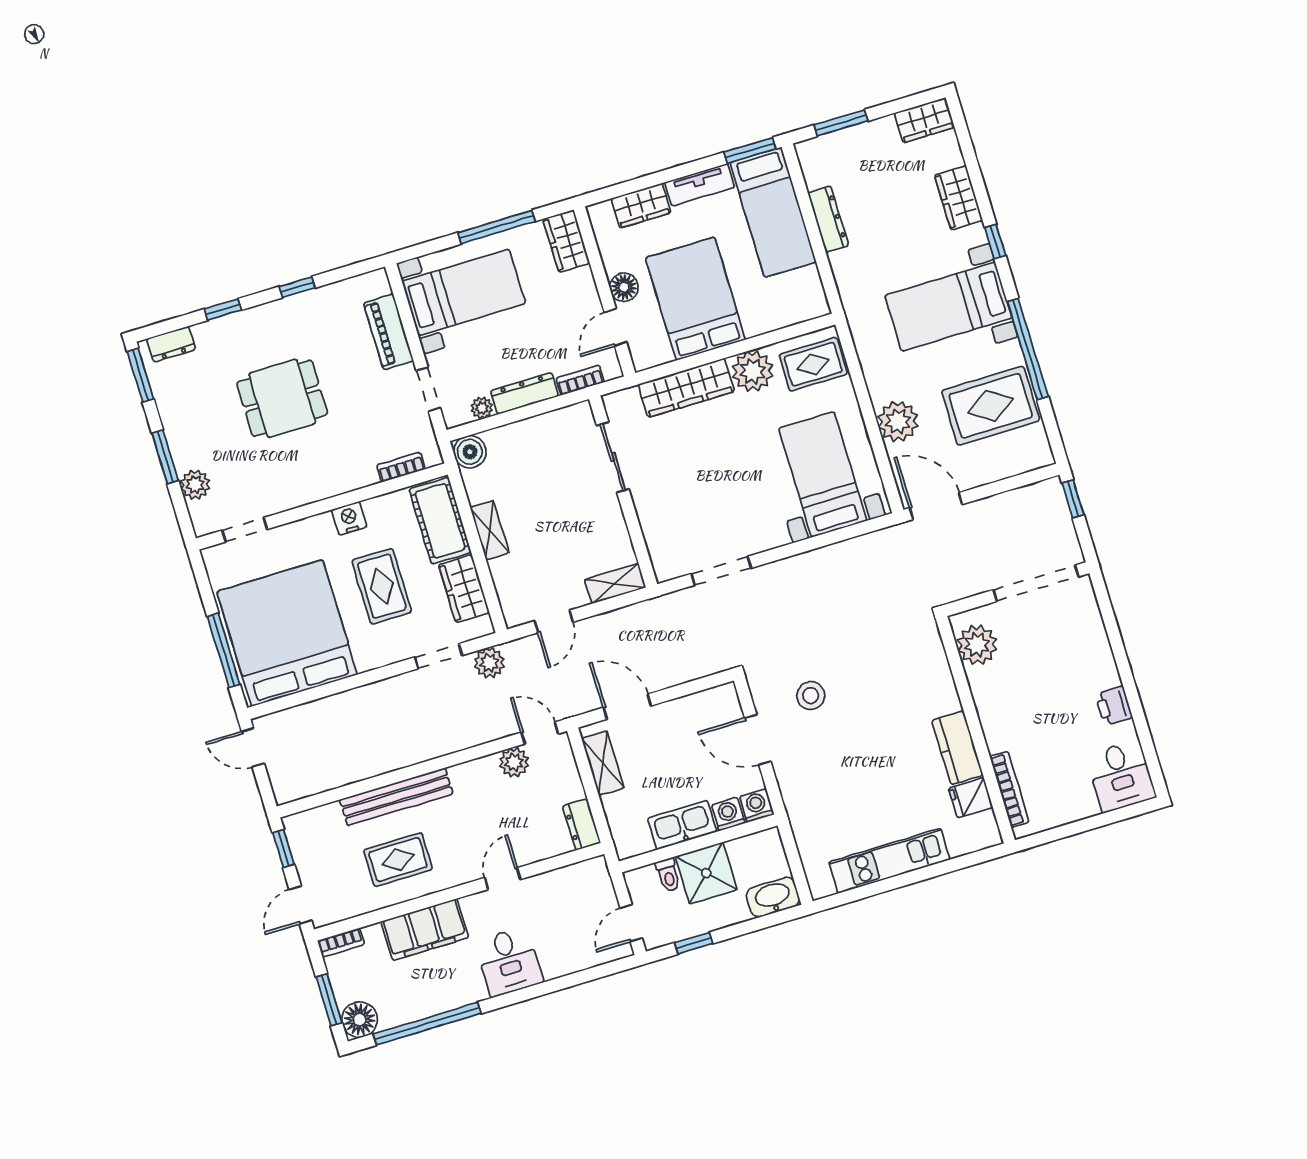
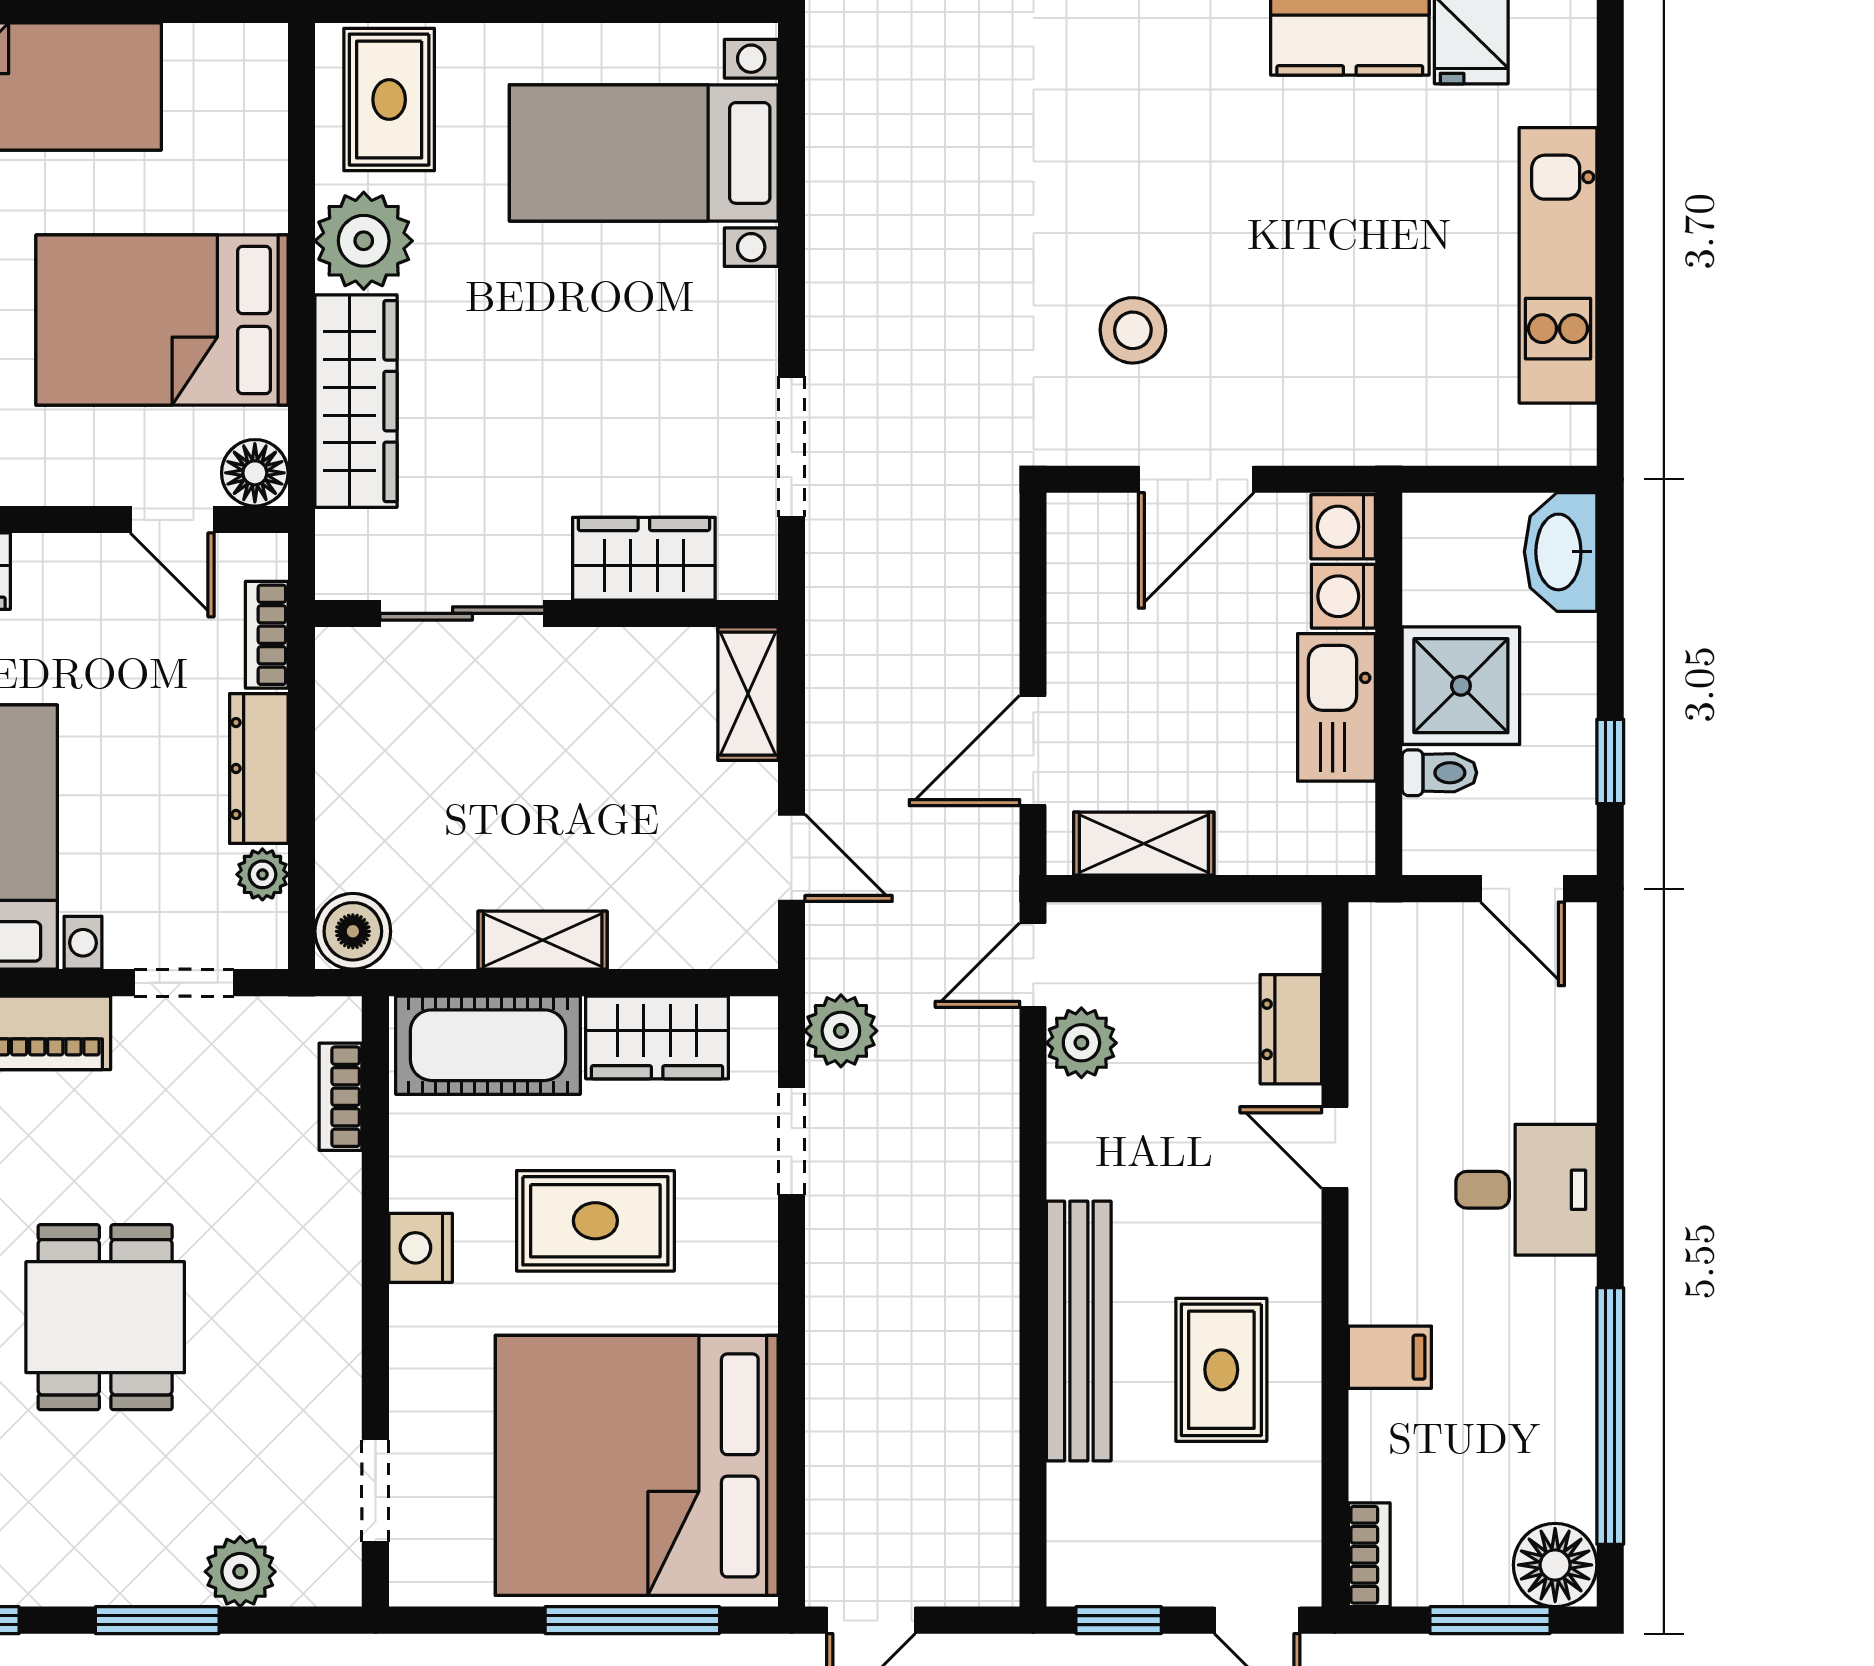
floor lamp: (624, 287) -> (255, 473), moved
wardrobe: (657, 524) -> (644, 559), added
dresser: (582, 824) -> (1291, 1029), moved, turned 90
filing cabinet: (425, 930) -> (1390, 1357), width x0.33, depth x0.86

